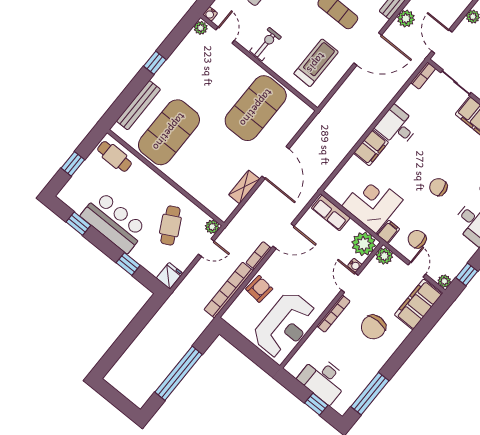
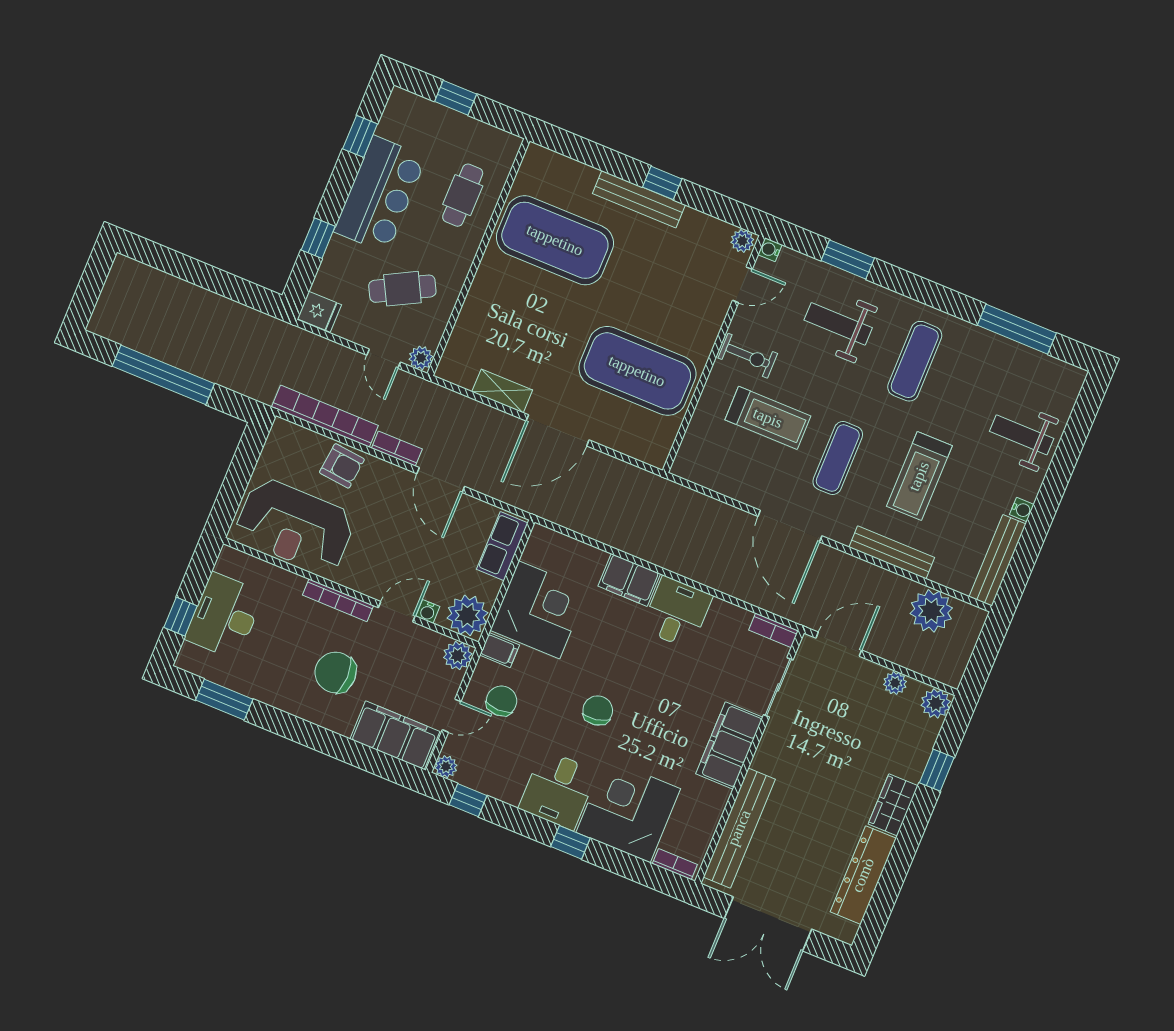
plant: (406, 19) -> (859, 574), removed
treadmill: (316, 63) -> (768, 418), moved
bench: (138, 105) -> (639, 199), moved
cafe table: (114, 156) -> (463, 195), moved
window: (370, 394) -> (224, 700), width x0.69

